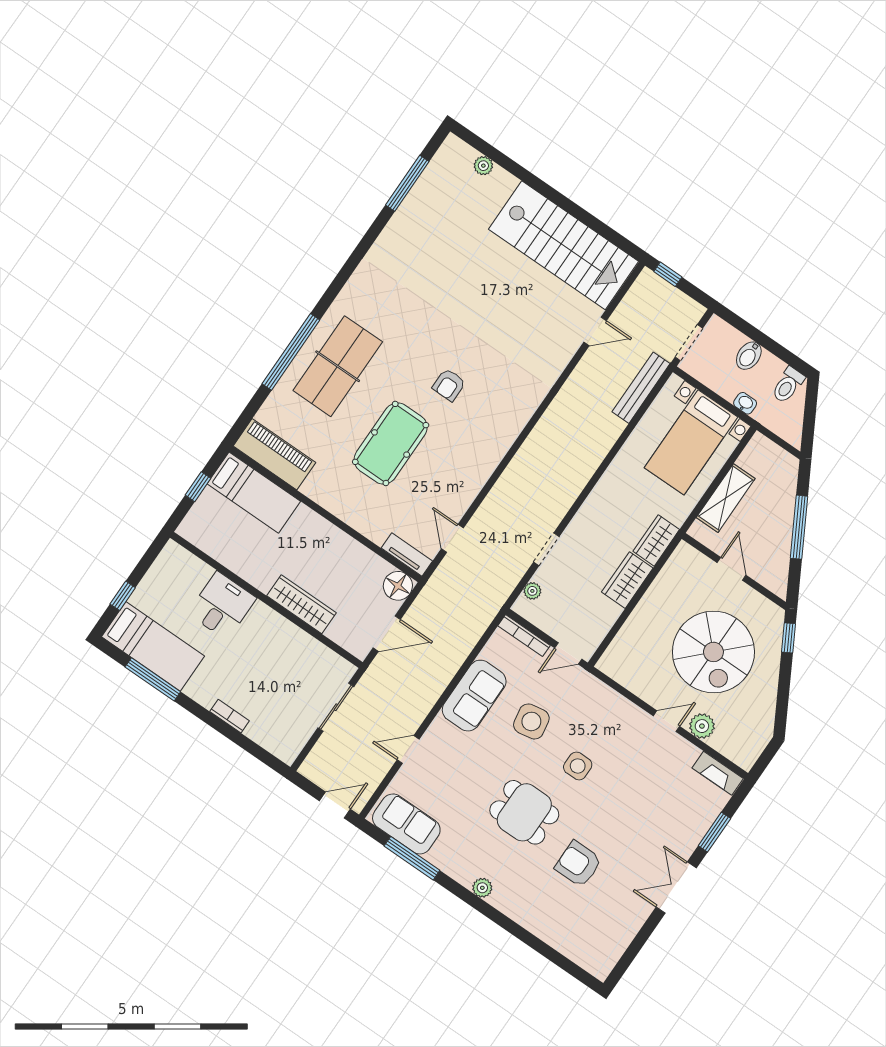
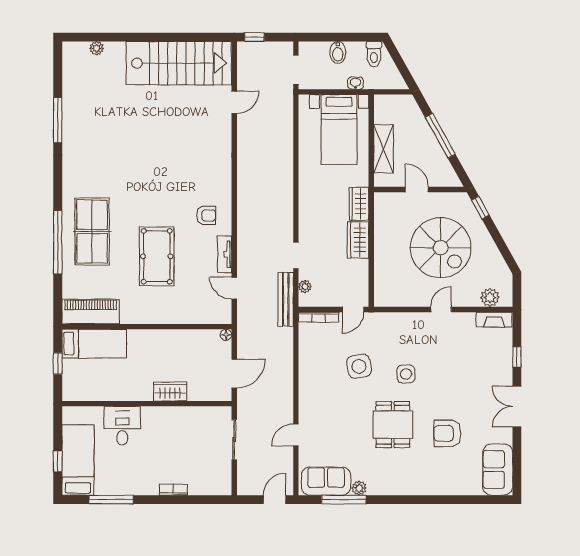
window: (407, 183) -> (58, 120), moved
armchair: (449, 385) -> (206, 215), moved, turned -90
bench: (641, 388) -> (286, 299), moved
tv unit: (407, 554) -> (225, 254), moved, turned -90
floor lamp: (398, 586) -> (226, 335), width x0.53, depth x0.53
wardrobe: (302, 604) -> (170, 392), width x0.67
bed: (153, 646) -> (78, 460), moved, turned -90
sofa: (474, 696) -> (498, 469), moved, turned 180
plant: (702, 726) -> (490, 298), moved
dining table: (524, 812) -> (393, 425), turned 90
window: (714, 832) -> (517, 357), width x0.67
plant: (482, 888) -> (359, 488), moved

